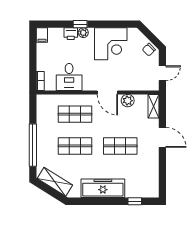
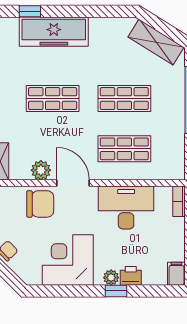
desk: (69, 77) -> (126, 207), width x1.37
chair: (128, 79) -> (40, 204), added
freezer: (103, 188) -> (54, 32), moved

